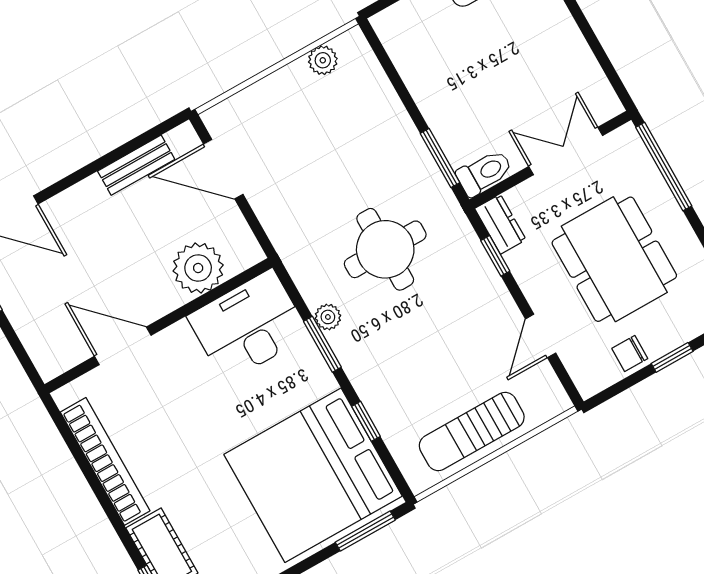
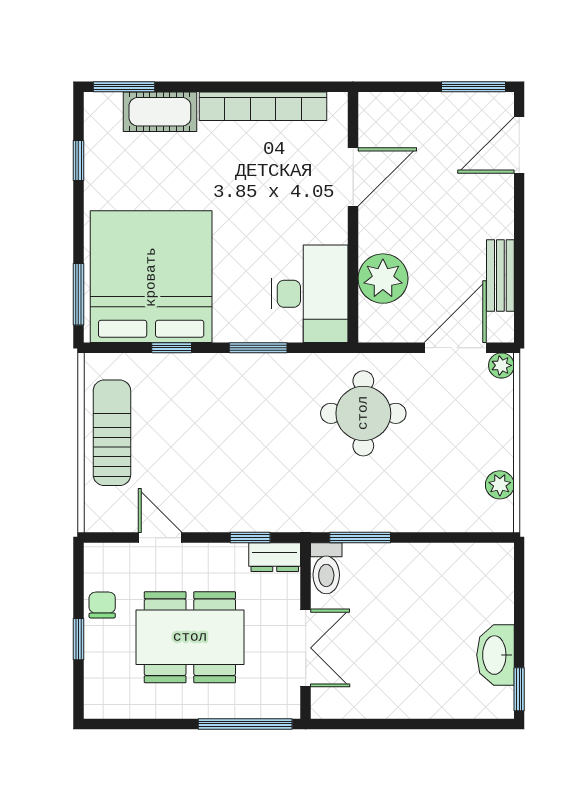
round table: (385, 249) -> (363, 413), moved
plant: (328, 317) -> (501, 365), moved

